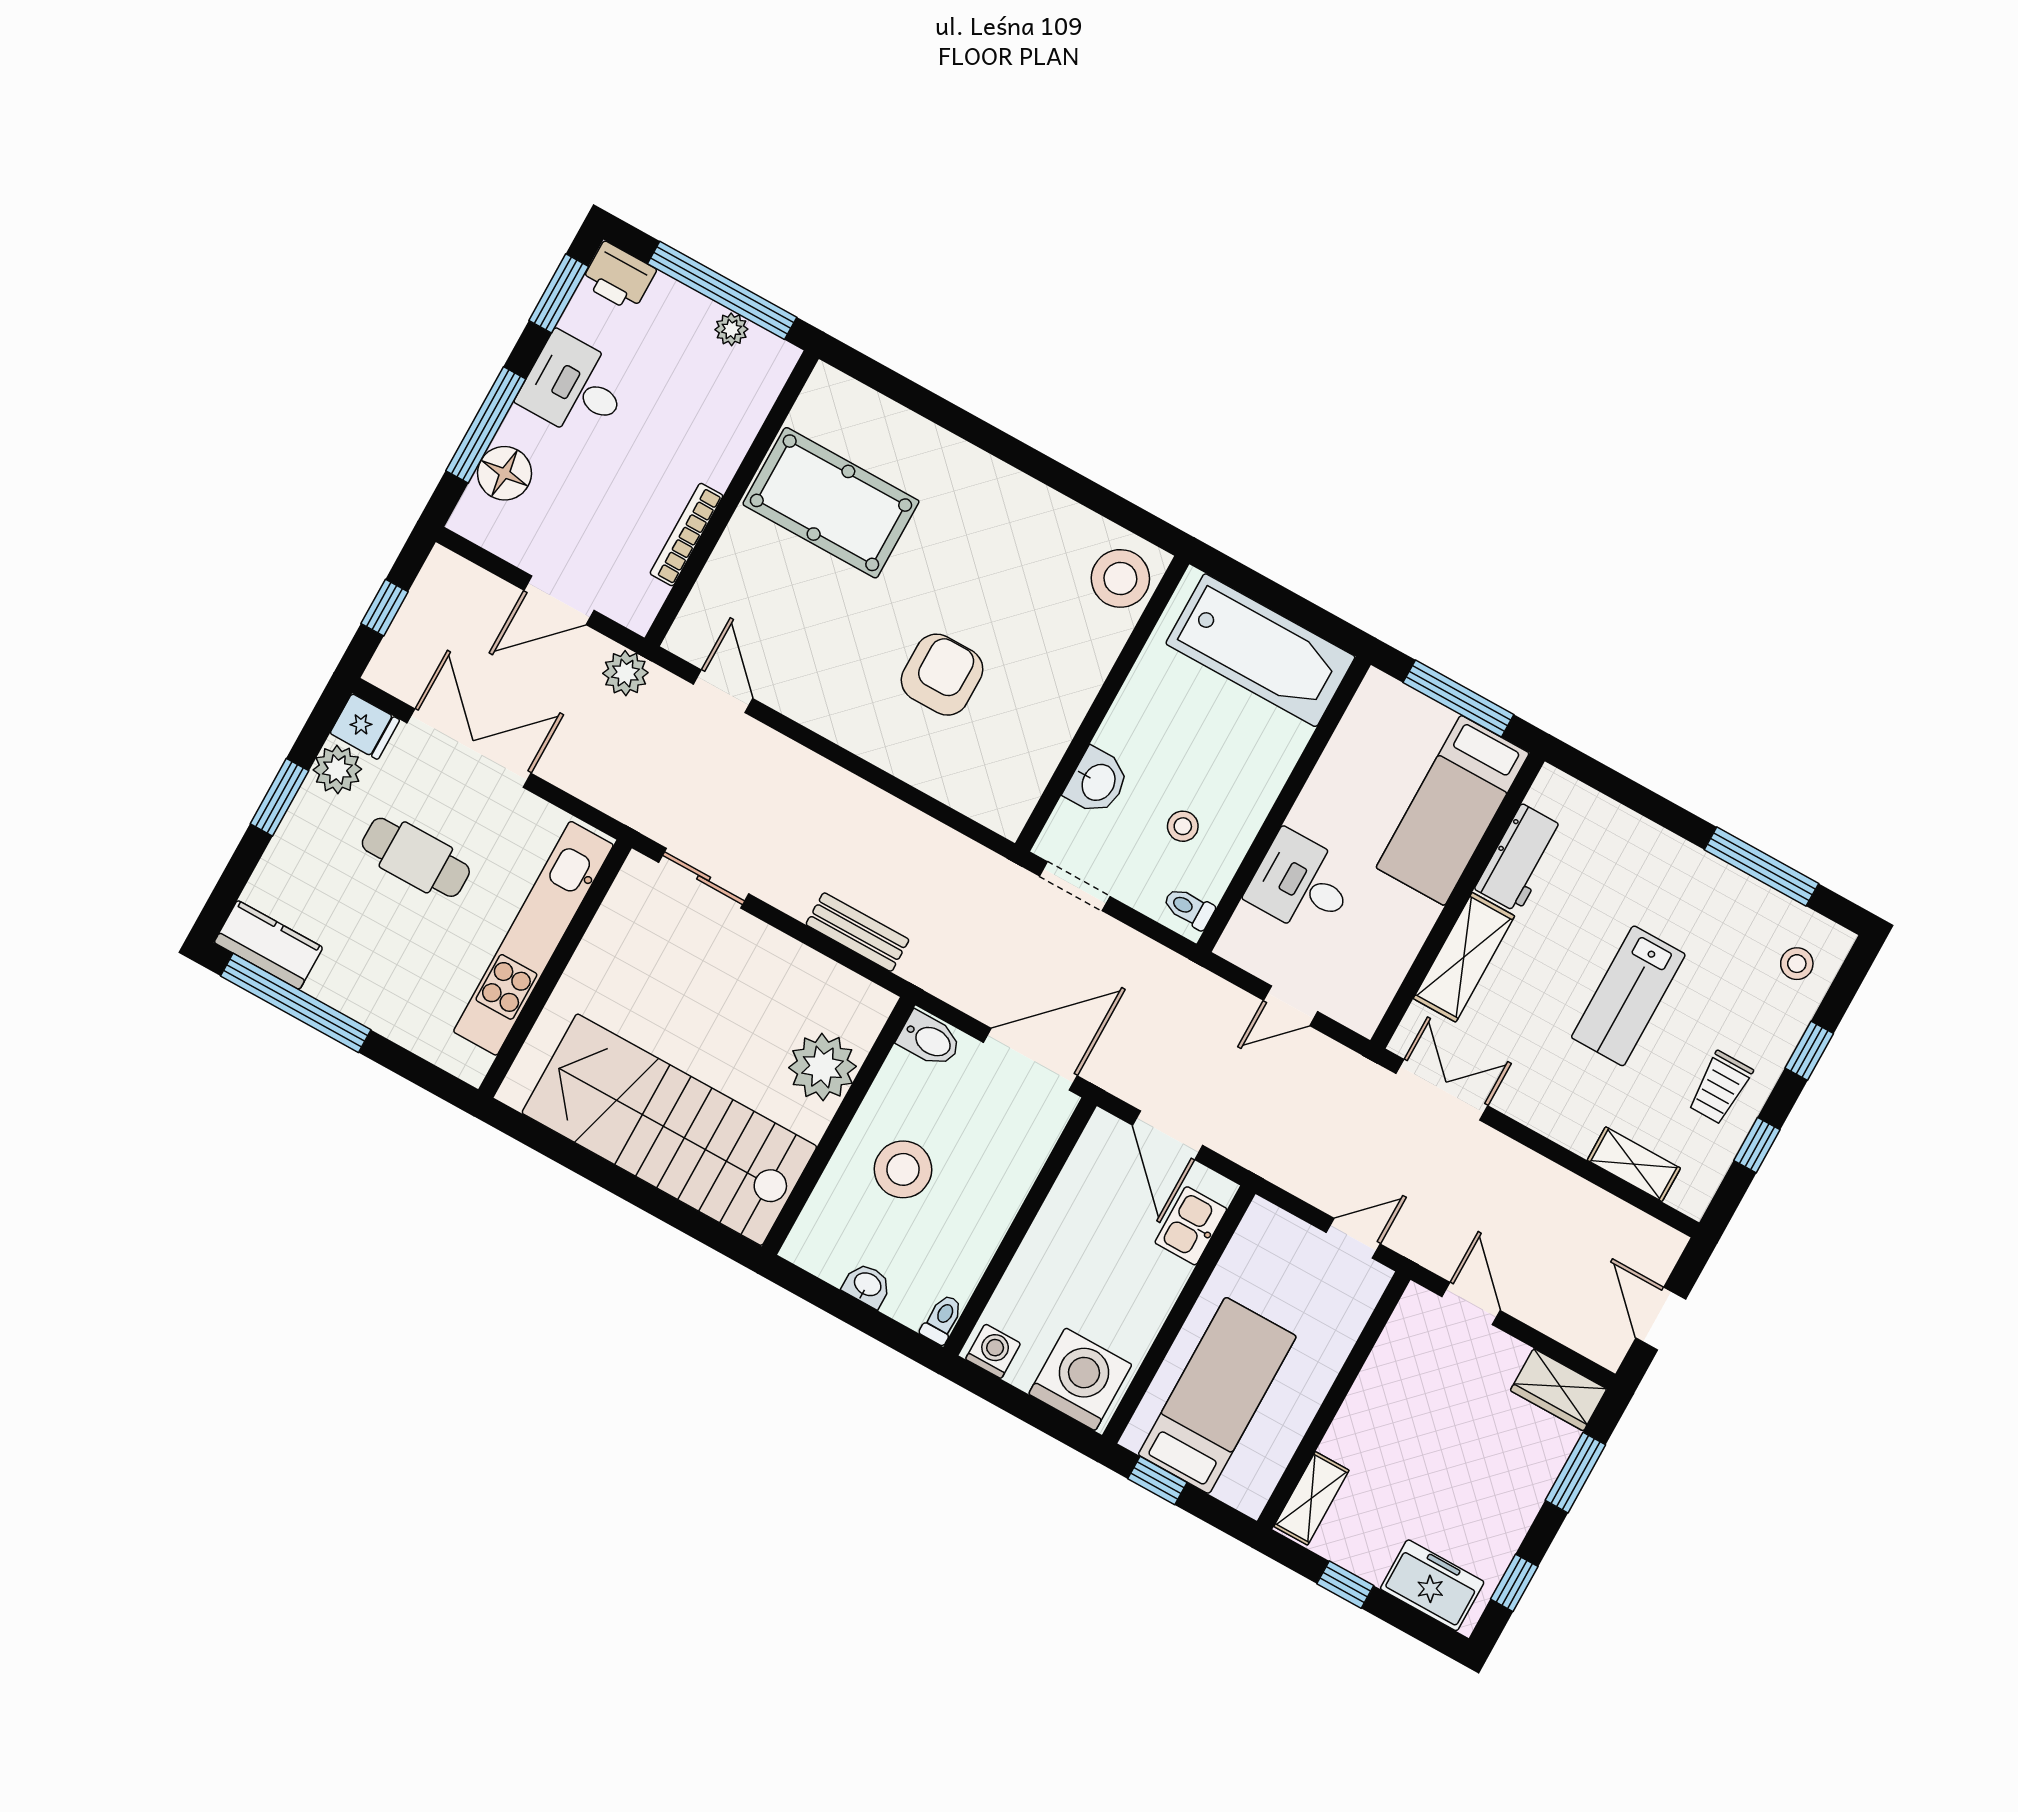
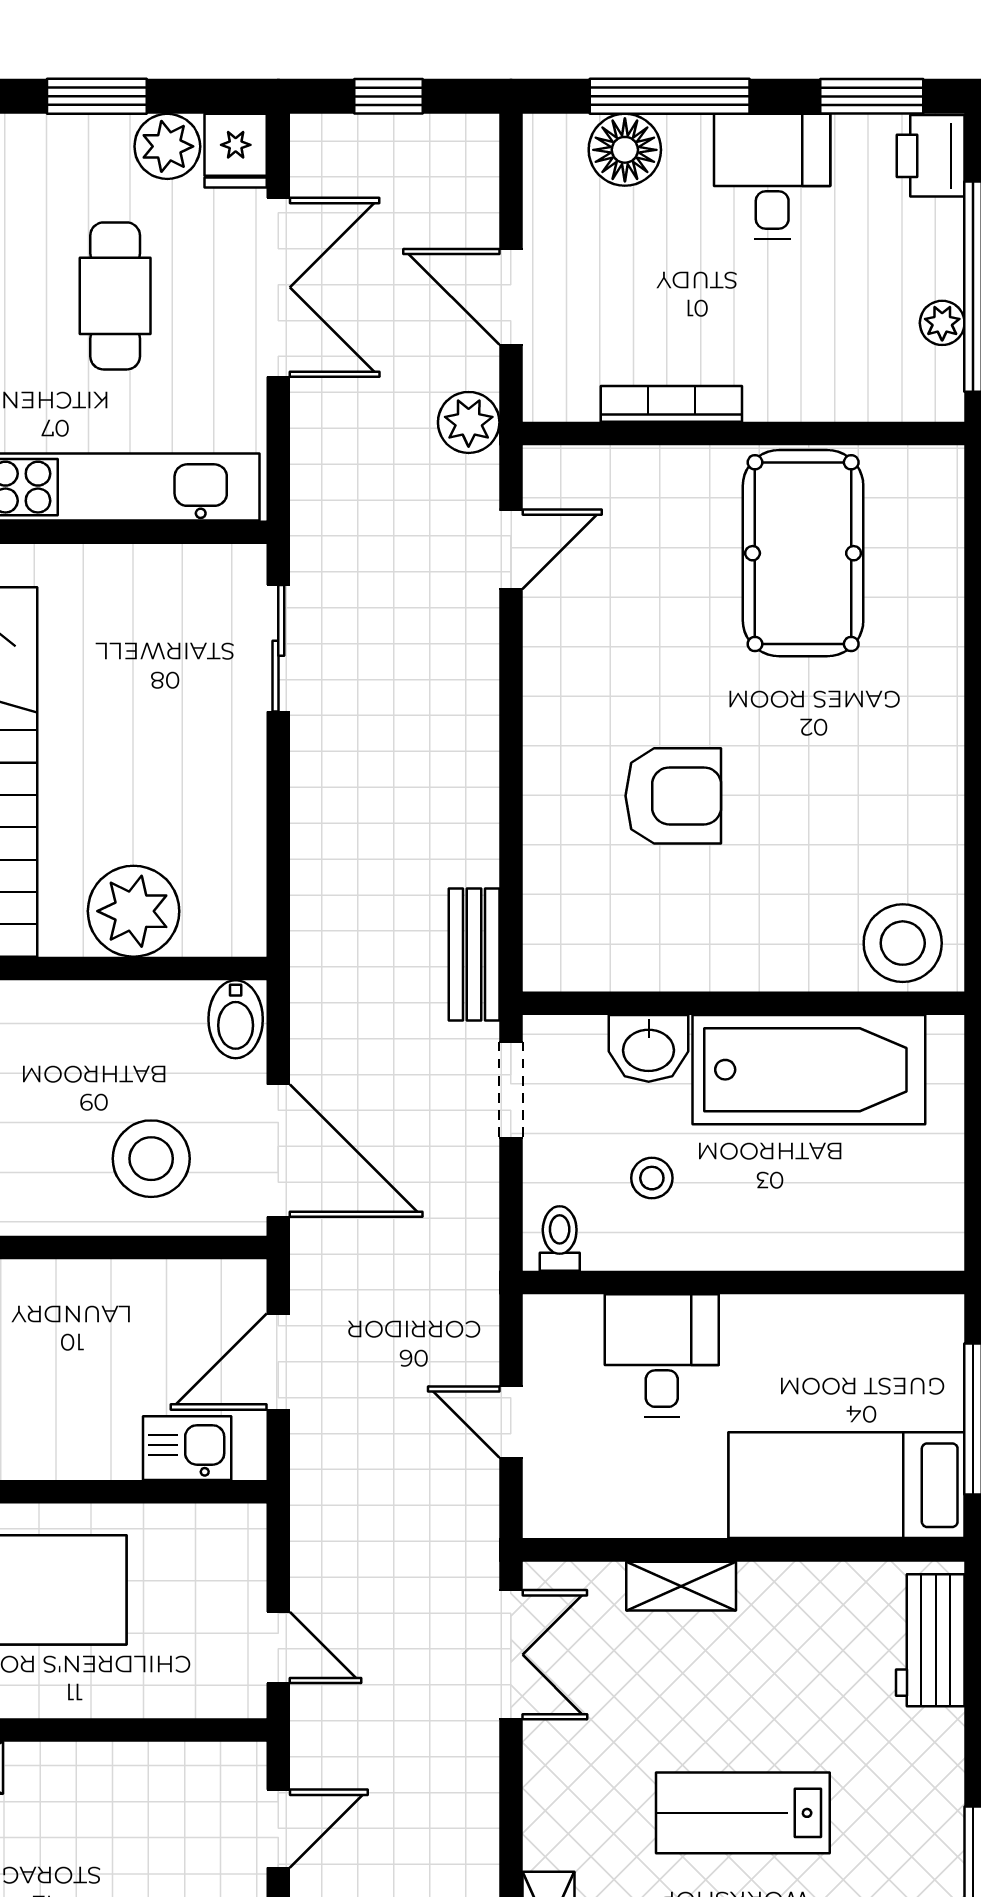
bathtub: (1260, 650) -> (809, 1070), moved, turned -90
workbench: (1520, 858) -> (930, 1640), moved, turned 90
bench: (857, 932) -> (474, 954), moved
shelving: (1464, 957) -> (681, 1586), width x0.67, depth x0.75
stool: (903, 1169) -> (151, 1159), moved

